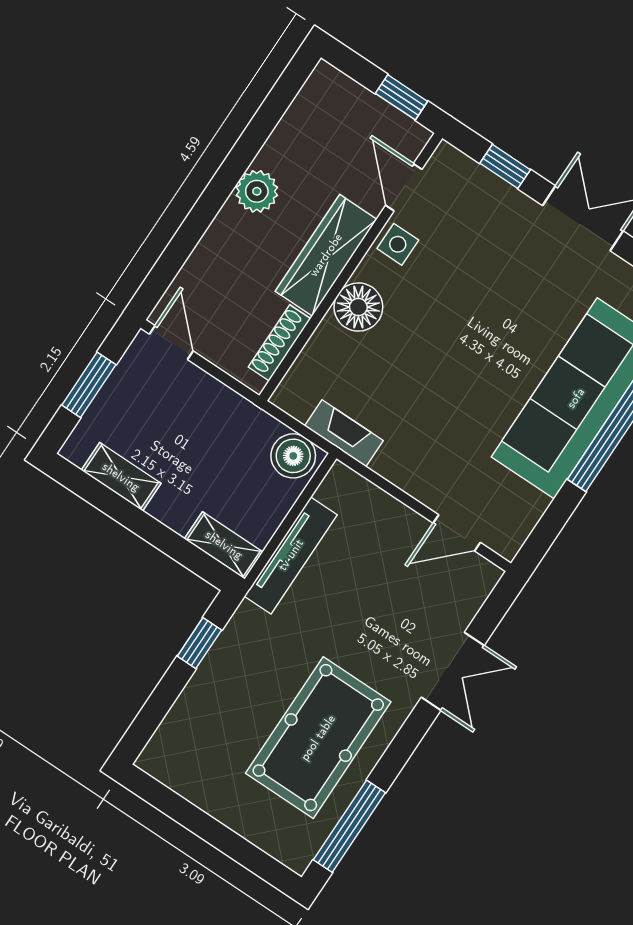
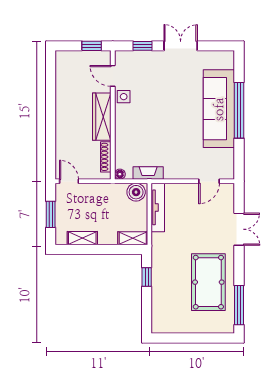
plant: (257, 191) -> (64, 111), removed
floor lamp: (358, 307) -> (120, 174), moved, width x0.53, depth x0.53
tv unit: (291, 555) -> (158, 207), moved

